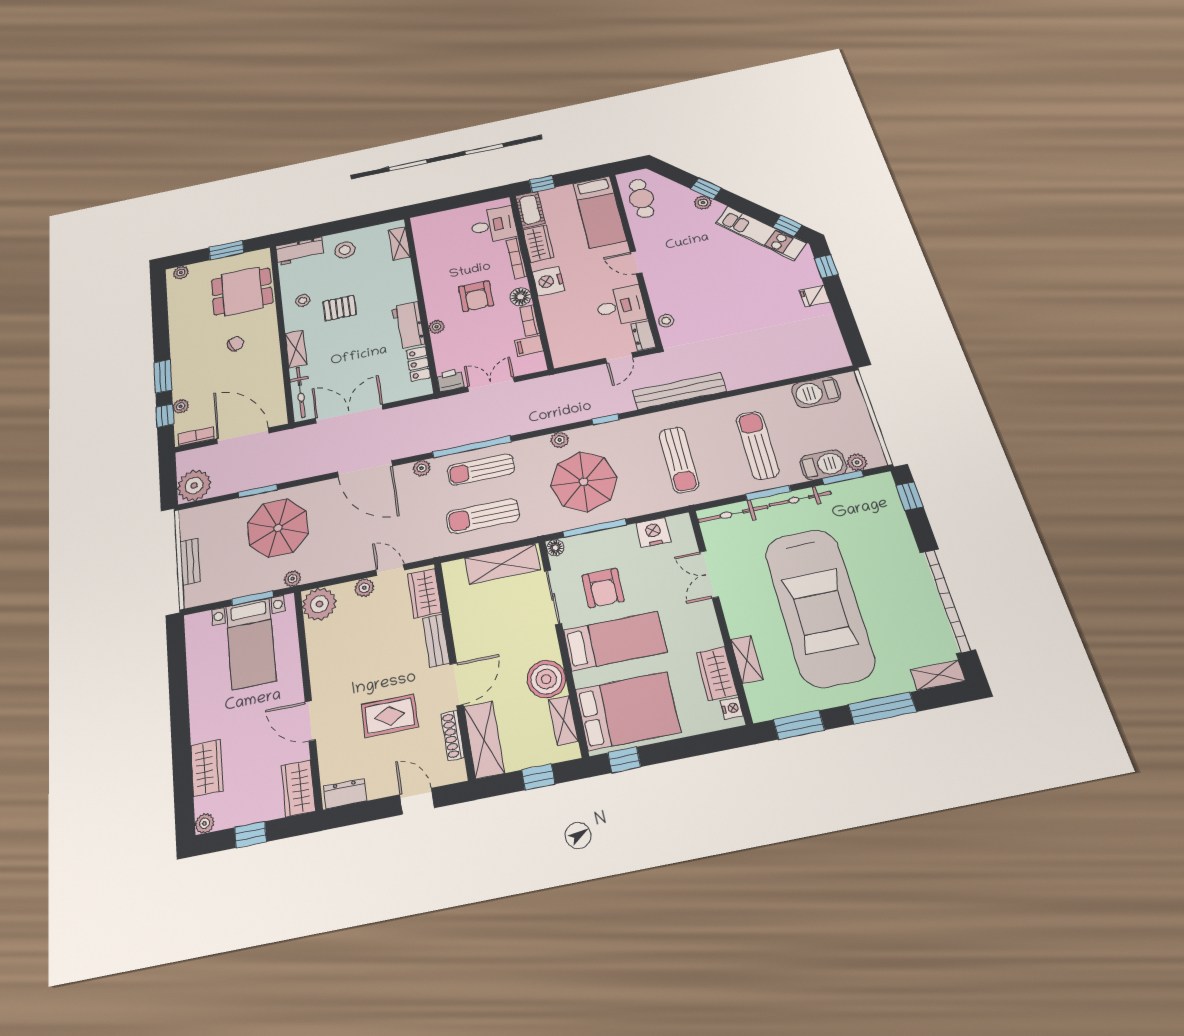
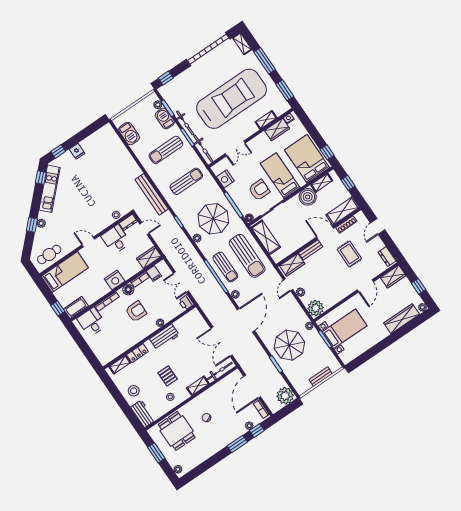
wardrobe: (538, 244) -> (149, 257), moved
door: (636, 262) -> (88, 242), swing flipped
locker: (418, 364) -> (137, 353), moved
sun lounger: (483, 516) -> (247, 256), width x1.36, depth x1.34
wardrobe: (207, 768) -> (402, 319), width x1.50

